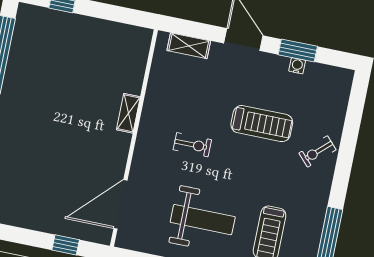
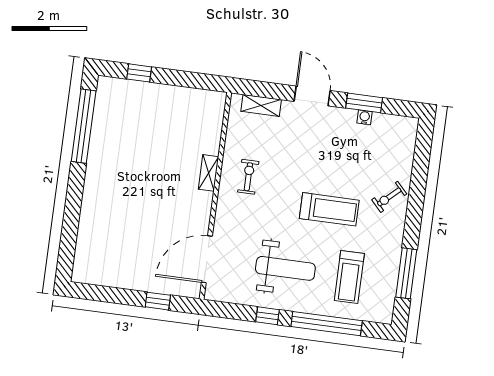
treadmill: (262, 124) -> (329, 209), moved
exercise bike: (192, 145) -> (248, 177), moved, turned -90

